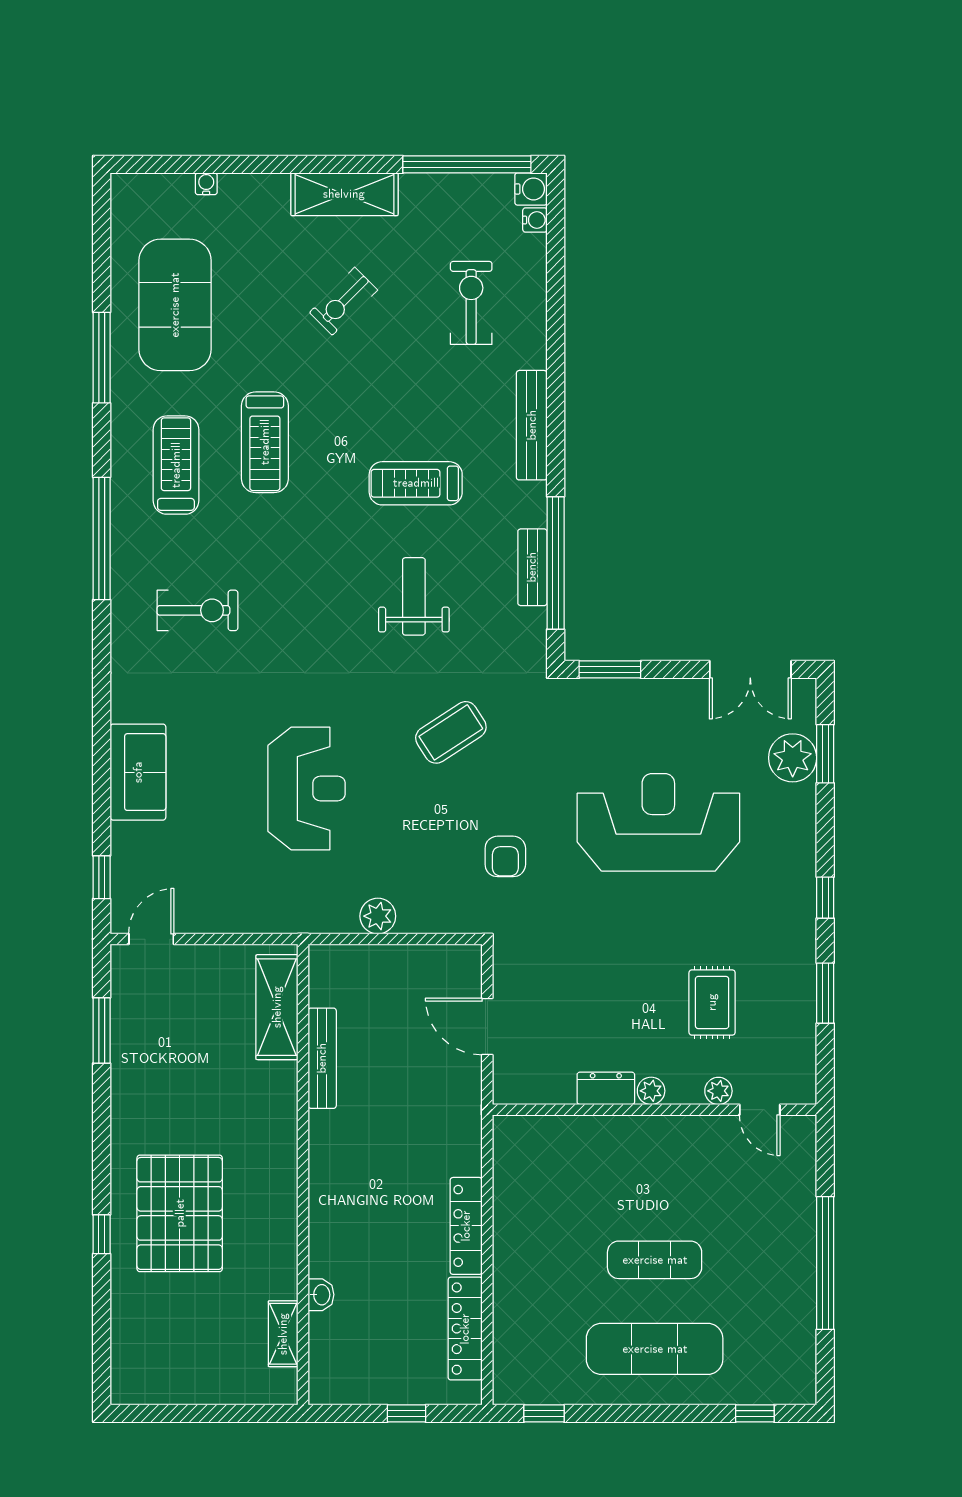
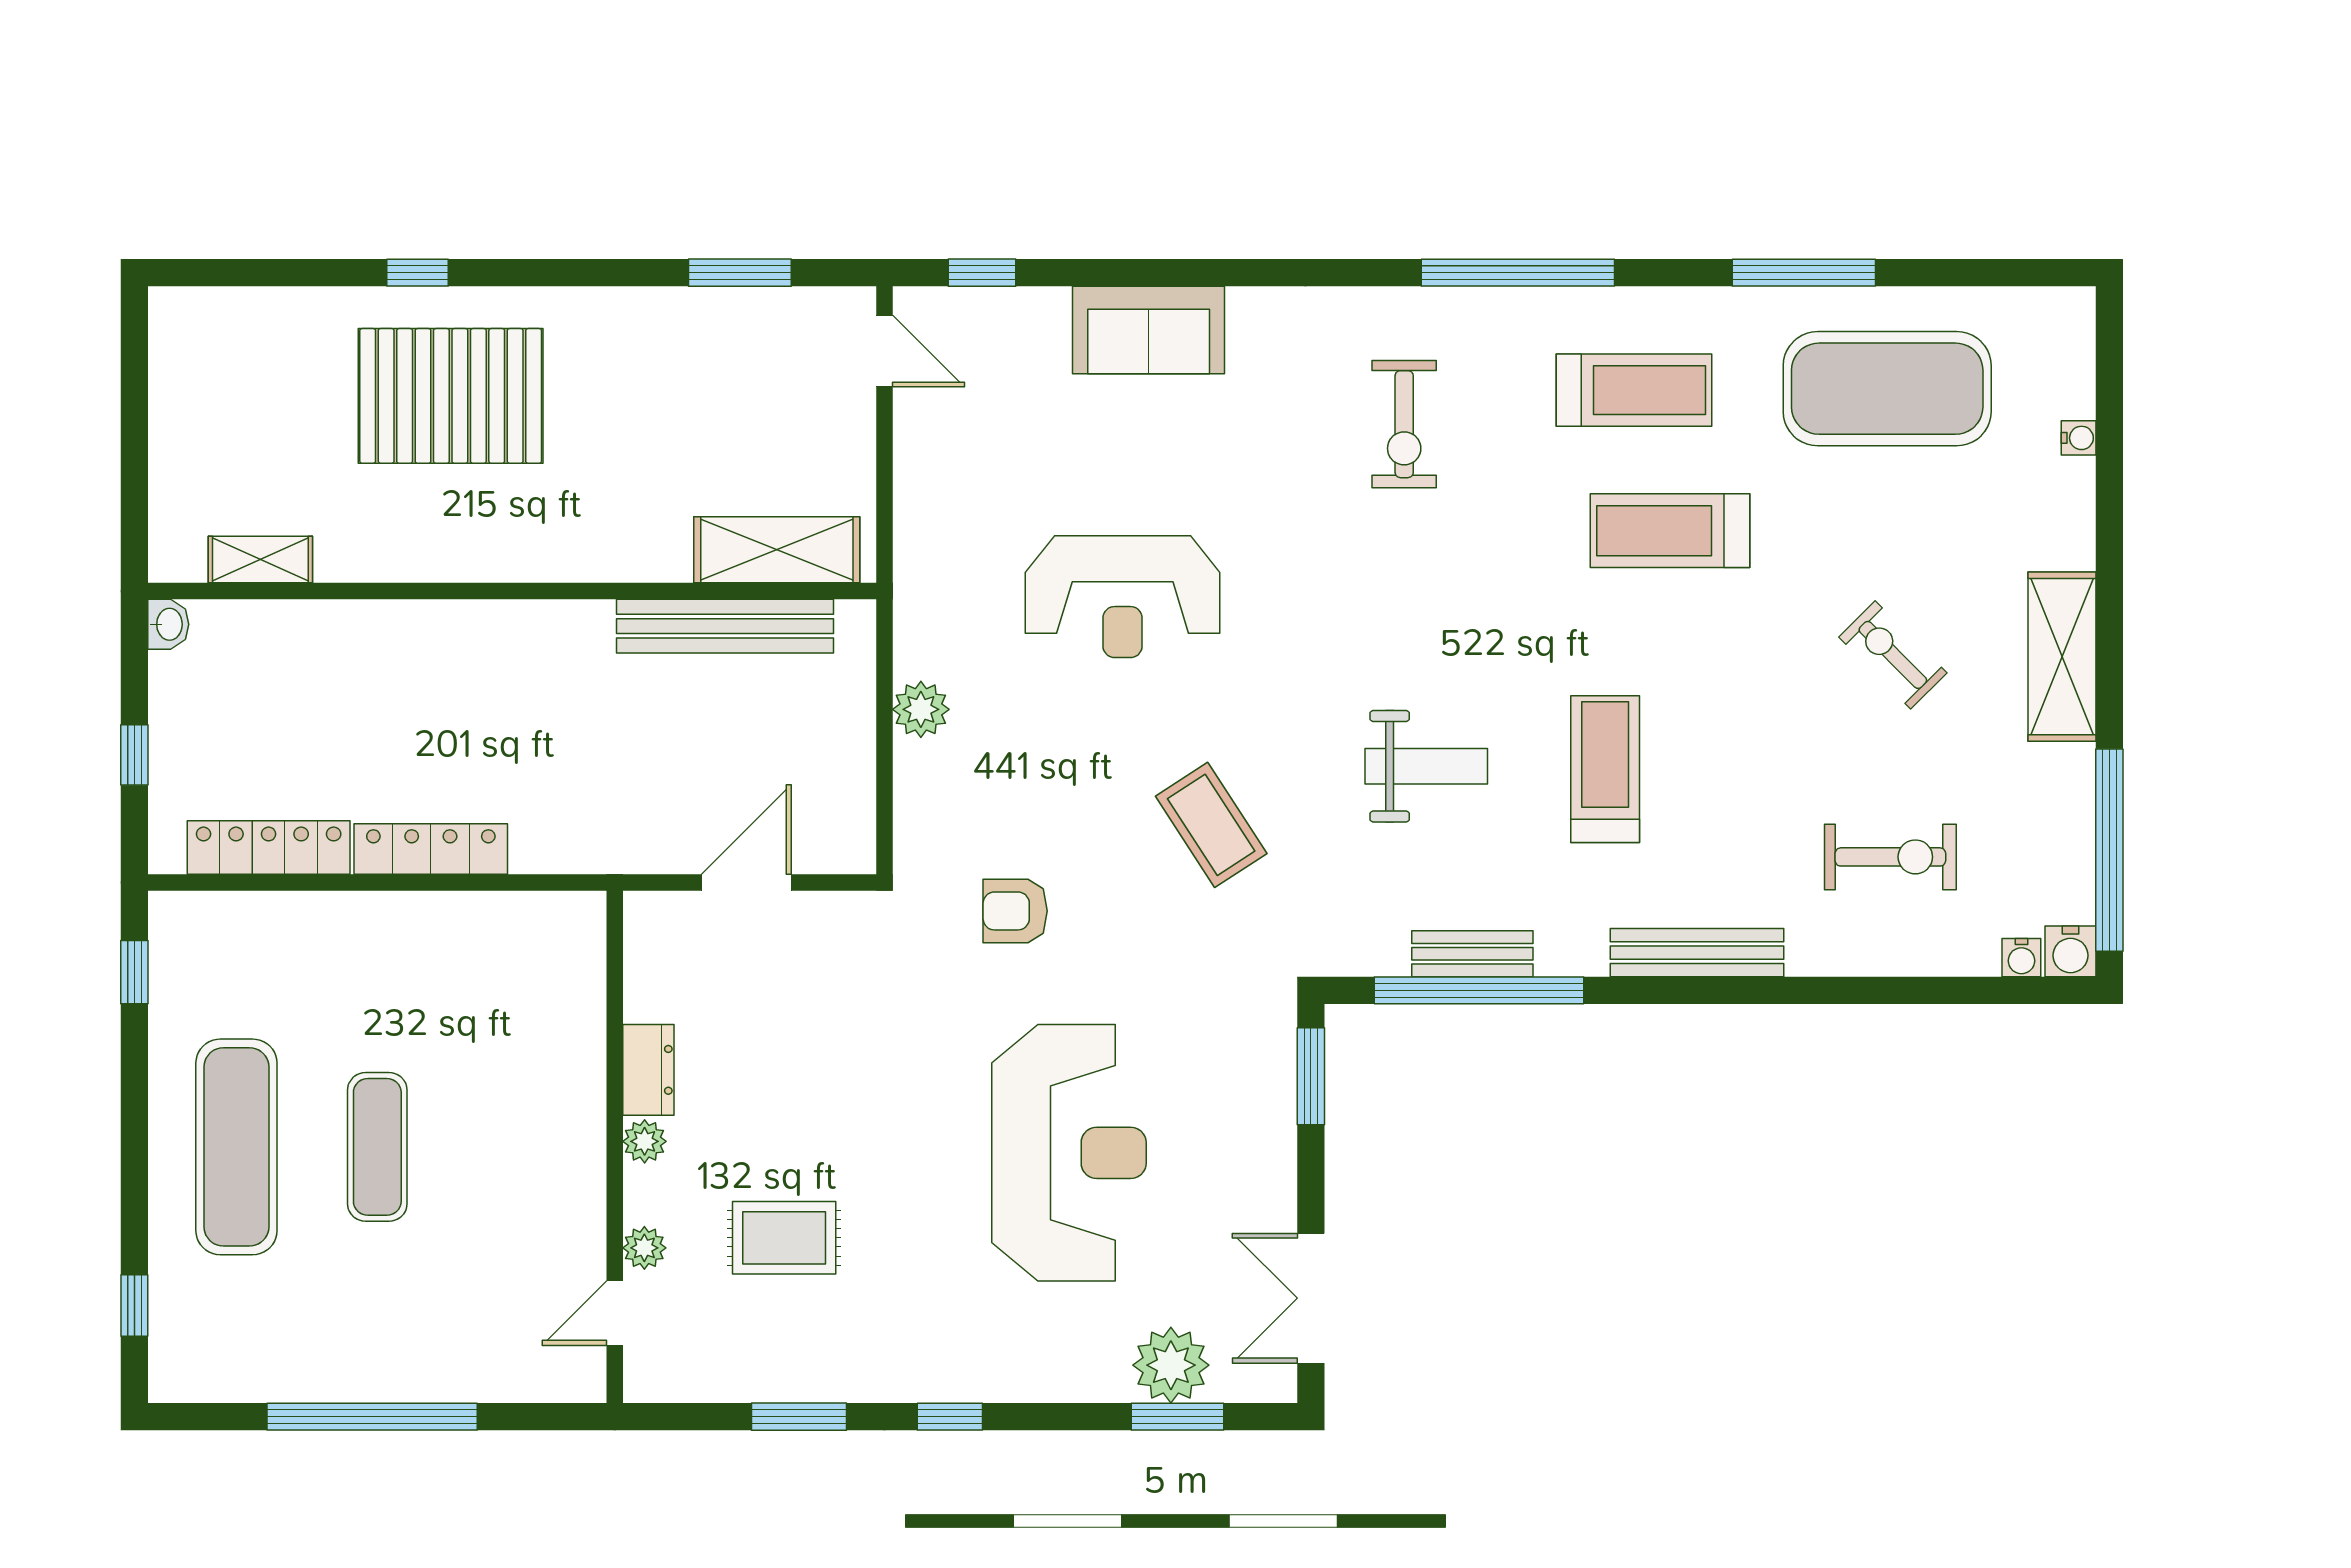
bench: (322, 1058) -> (725, 626), width x1.37, depth x1.21
washbasin: (321, 1295) -> (168, 624), moved, turned -90

